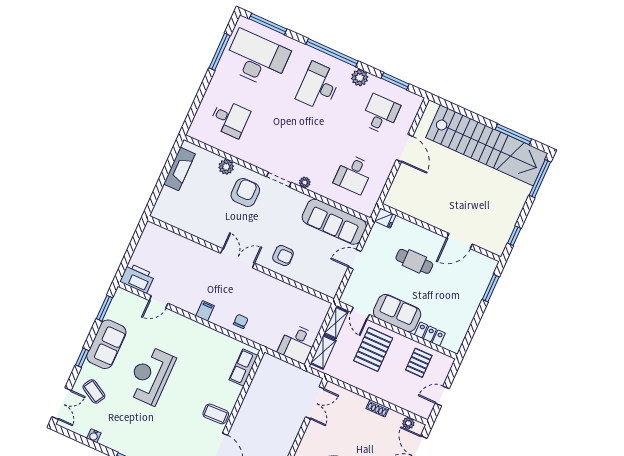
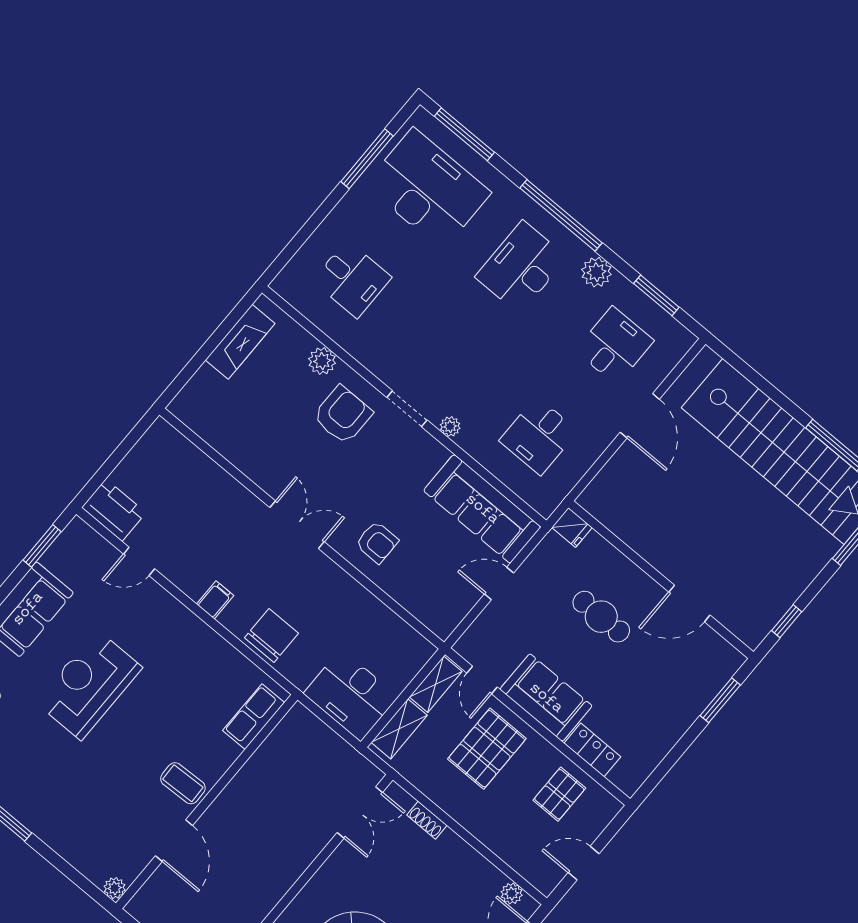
chair: (241, 321) -> (272, 635), width x1.87, depth x1.87
desk: (297, 344) -> (351, 695), width x1.37
shoe rack: (378, 408) -> (427, 820), moved

